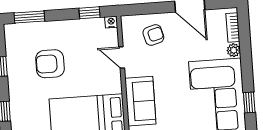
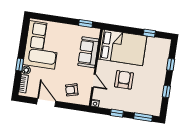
window: (89, 13) -> (117, 113), moved
armchair: (50, 64) -> (124, 80), moved, turned -90
window: (249, 103) -> (20, 65), moved

